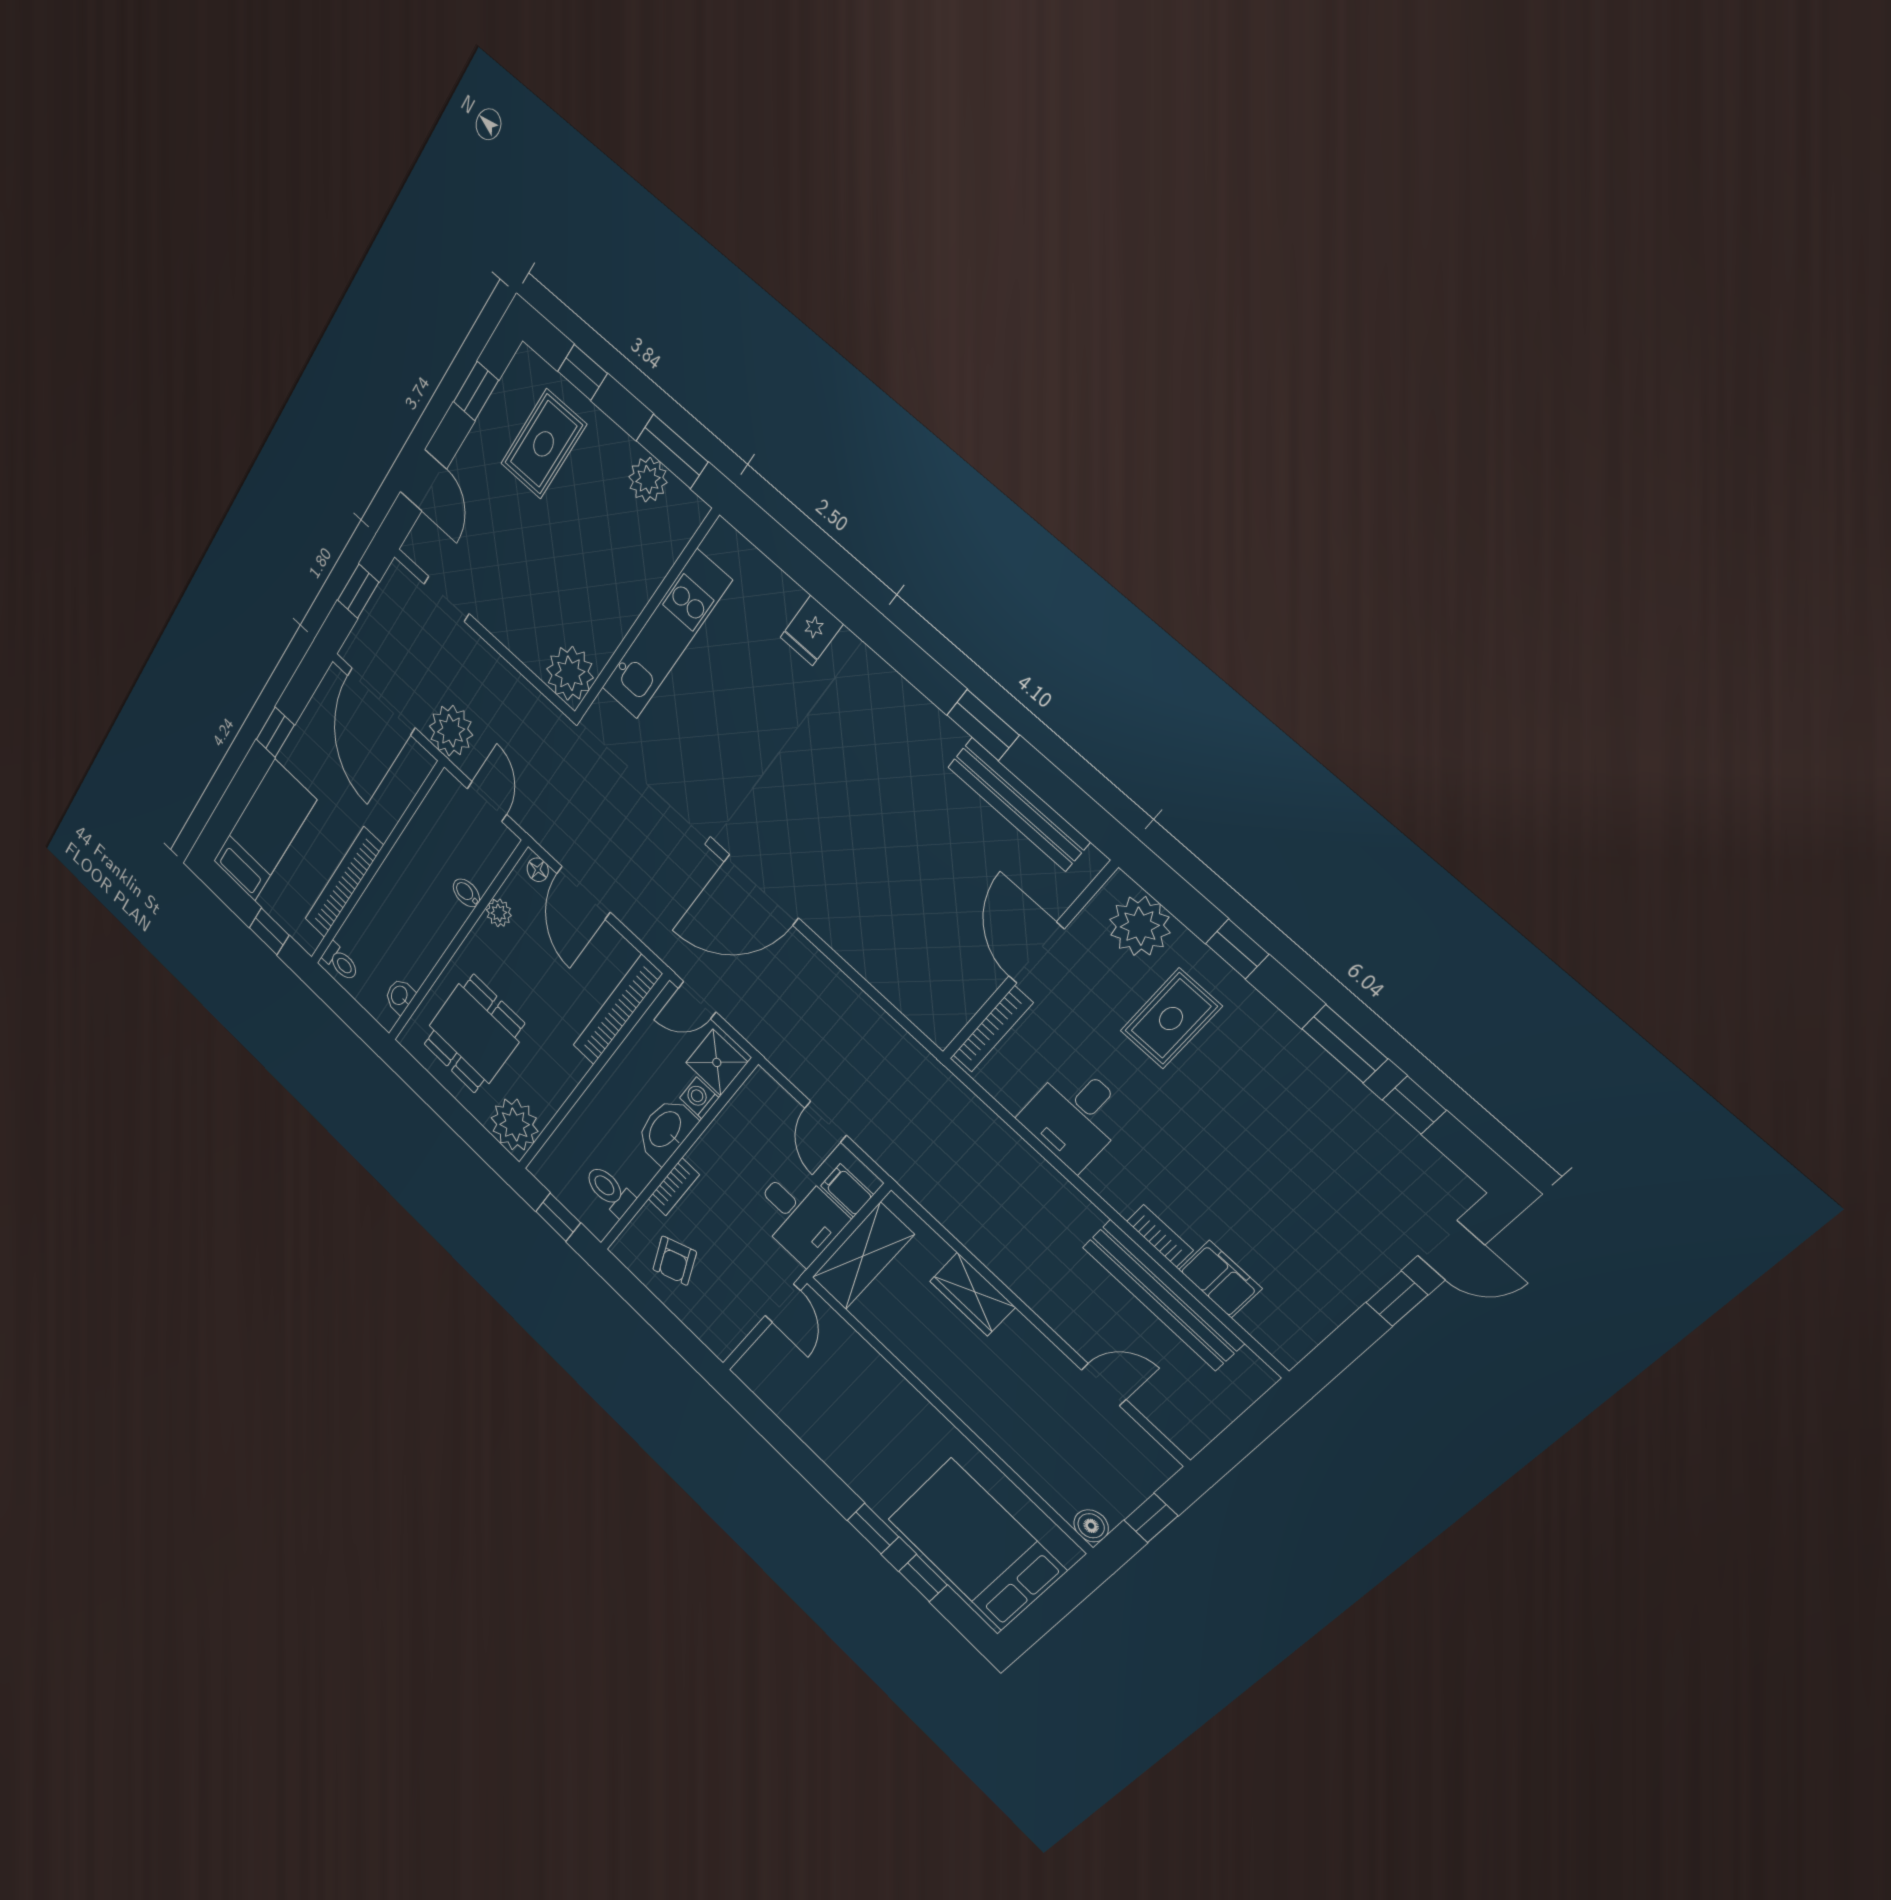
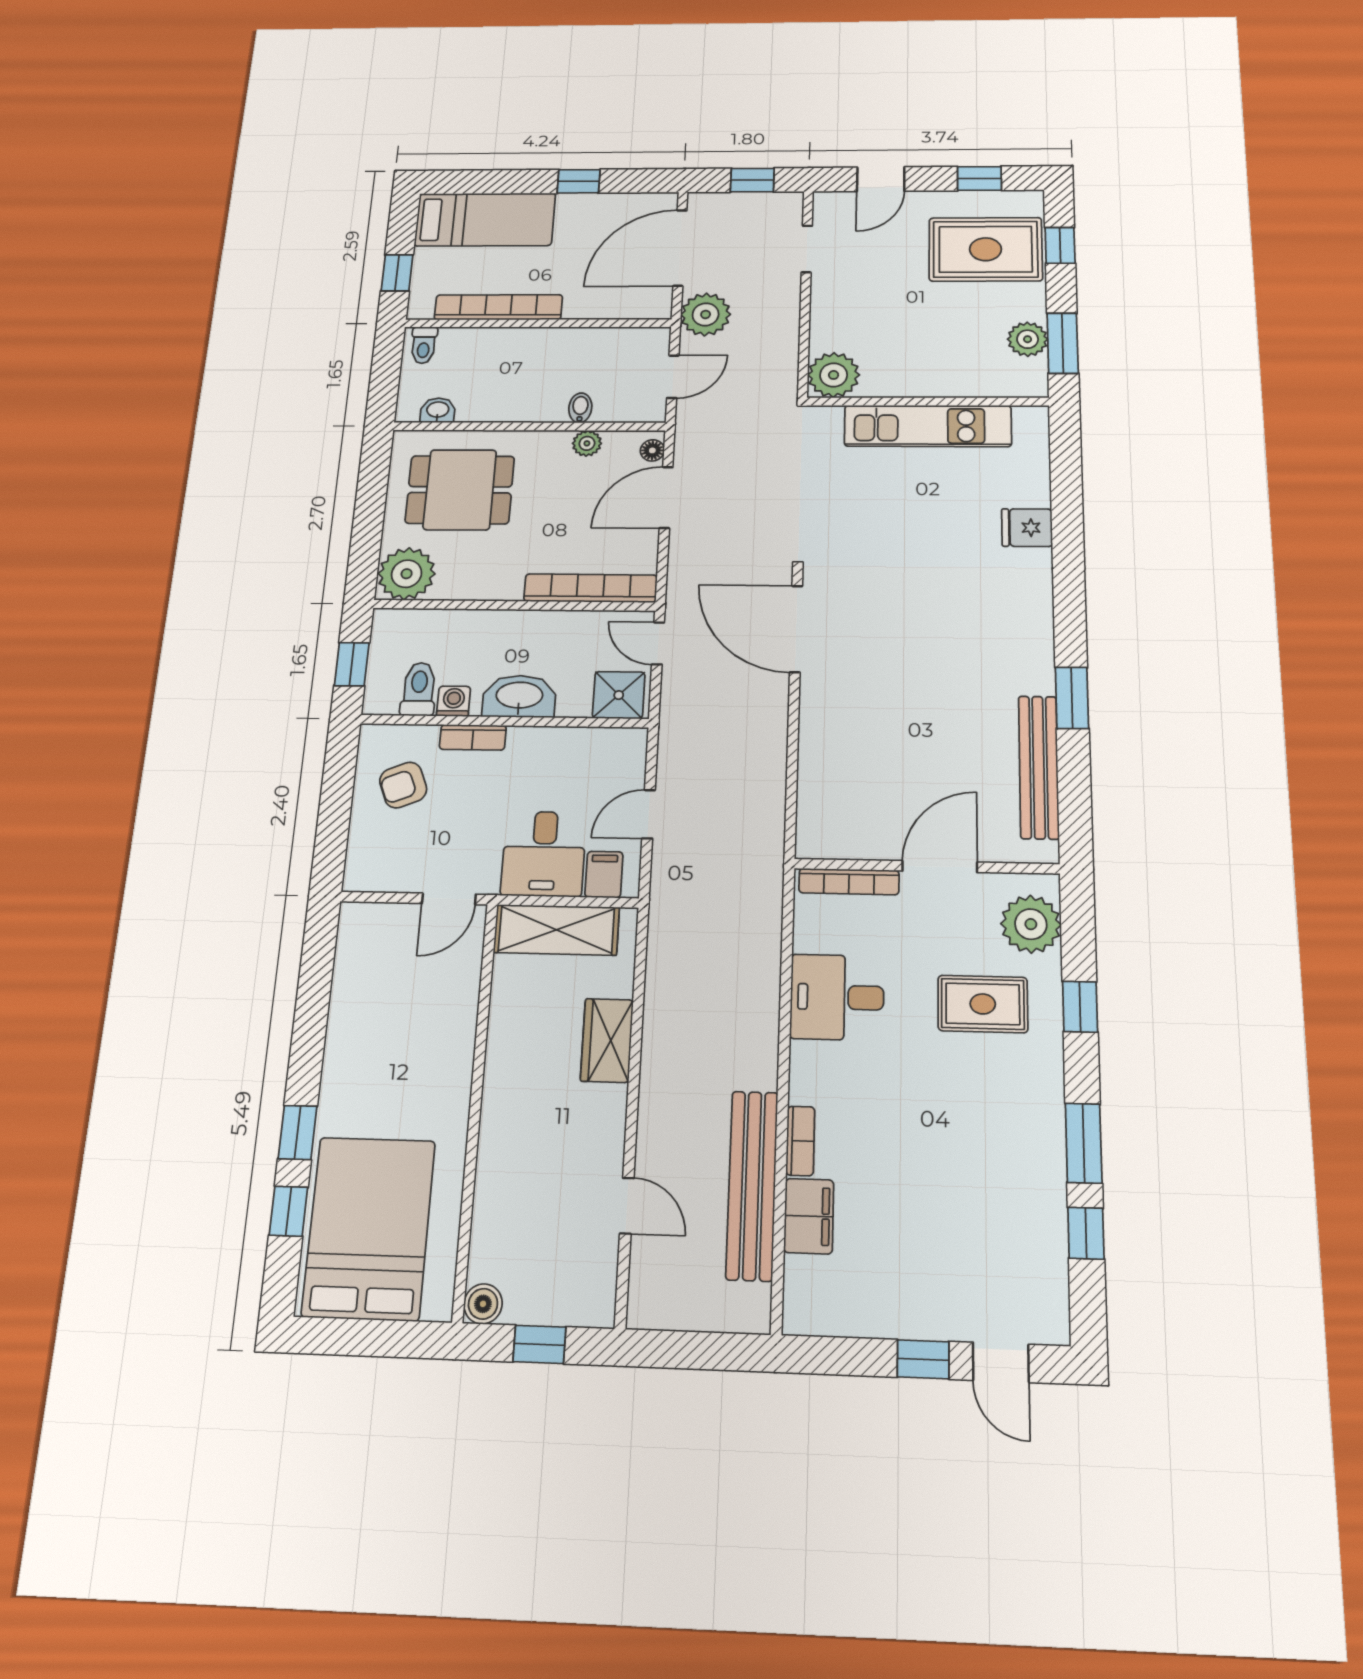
rug: (544, 444) -> (986, 249), width x1.36, depth x1.43
washing machine: (699, 1098) -> (454, 701), moved

